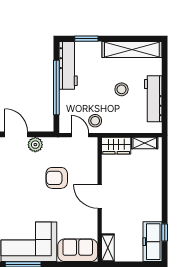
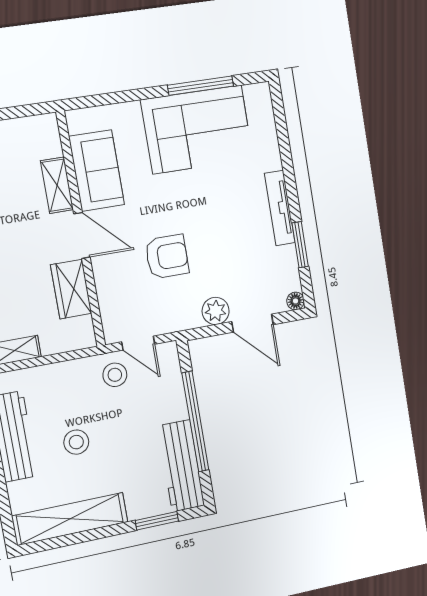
wardrobe: (116, 146) -> (71, 289), moved, turned -90
shelving: (108, 248) -> (57, 185), moved
sofa: (78, 250) -> (97, 171), moved, turned -90

